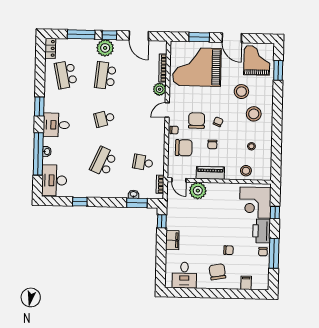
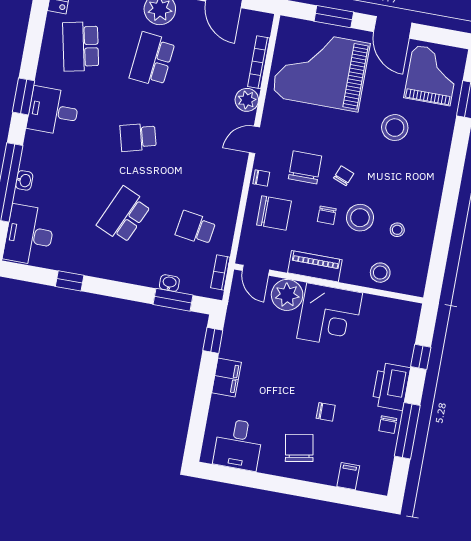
stool: (254, 114) -> (360, 218), moved
desk: (56, 125) -> (53, 111), moved
corner desk: (255, 203) -> (330, 316), moved, turned -90

